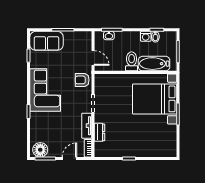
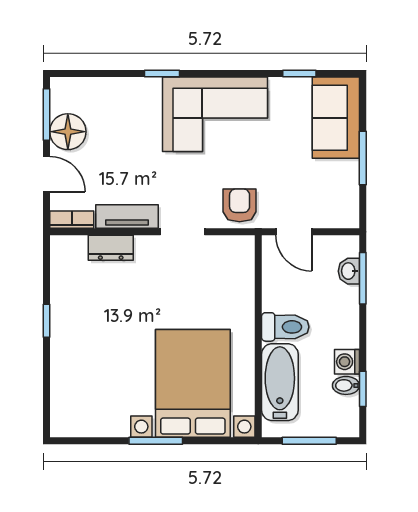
door: (93, 58) -> (294, 232), hinge flipped
floor lamp: (40, 150) -> (68, 132), moved

